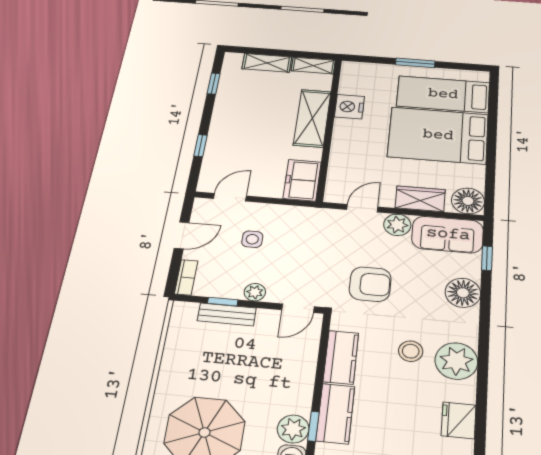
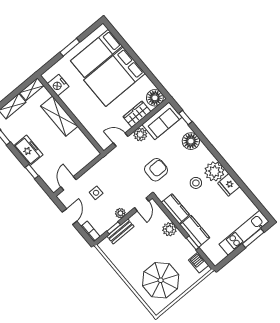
nightstand: (349, 107) -> (58, 85), moved
freezer: (302, 180) -> (28, 150), moved, turned 180
door: (362, 208) -> (121, 140), hinge flipped
fridge: (459, 420) -> (229, 185), moved
plant: (293, 429) -> (169, 229), moved

